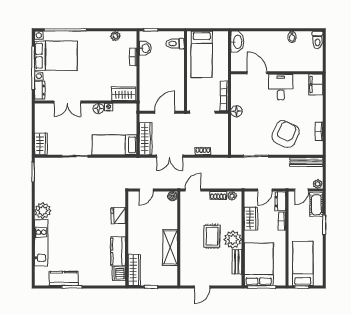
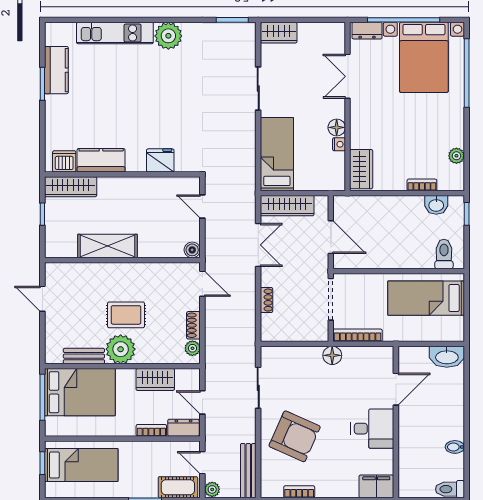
double door: (170, 156) -> (258, 245), swing flipped

